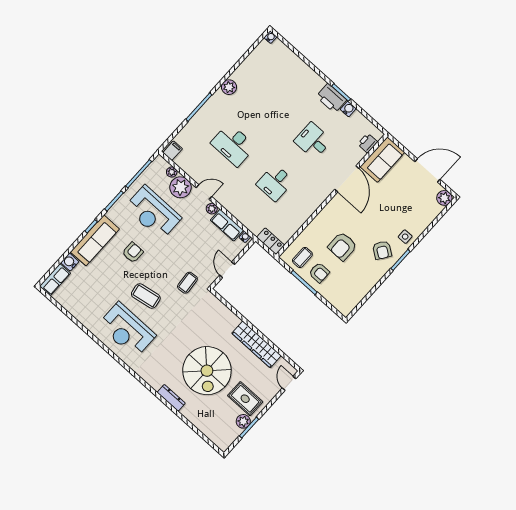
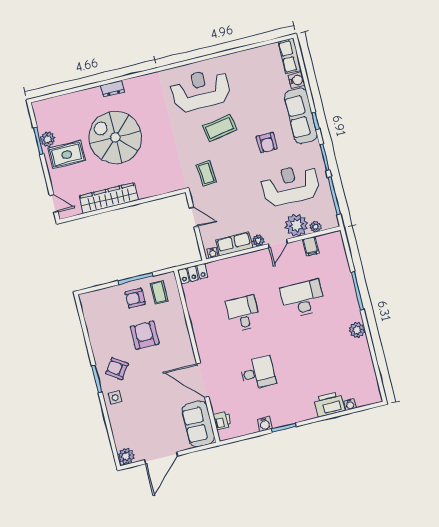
water cooler: (271, 37) -> (350, 404), moved
printer: (331, 98) -> (329, 404), moved
filing cabinet: (173, 151) -> (311, 246), moved
dresser: (171, 398) -> (113, 89), width x0.70

